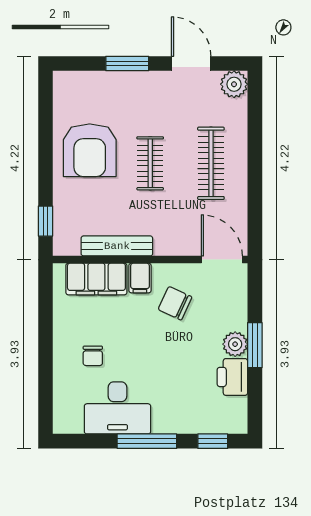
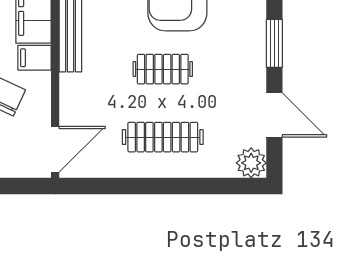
door: (191, 63) -> (274, 115), hinge flipped

